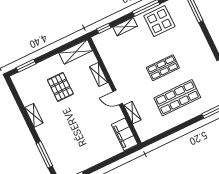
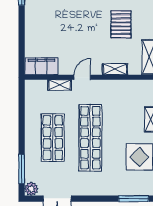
shop shelf: (163, 68) -> (90, 138), width x2.00, depth x1.36
pallet: (60, 87) -> (121, 24), turned 90

